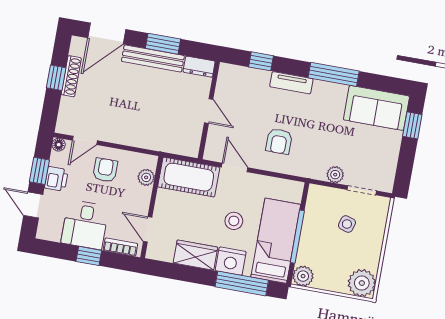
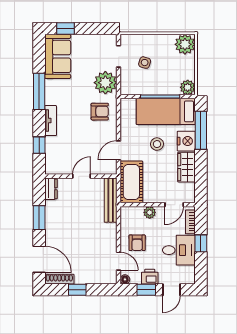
bench: (153, 58) -> (111, 200), moved
shoe rack: (71, 76) -> (59, 279), moved
armchair: (279, 141) -> (100, 112), moved
armchair: (105, 170) -> (137, 243), turned -90
plant: (335, 175) -> (105, 83), width x1.87, depth x1.87
plant: (146, 177) -> (150, 212), moved

